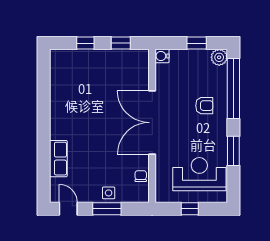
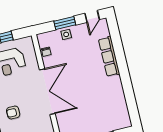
row of seats: (58, 159) -> (109, 57), width x1.48
door: (68, 209) -> (92, 16), hinge flipped

